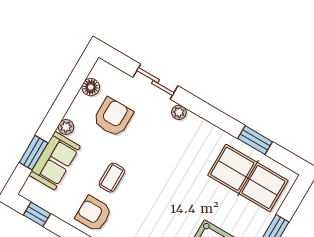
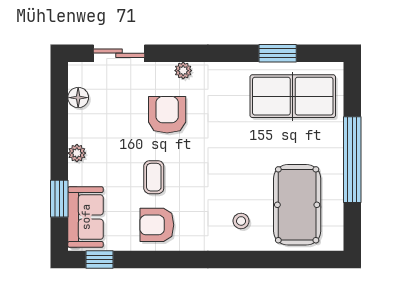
sliding door: (155, 82) -> (119, 53), moved
armchair: (113, 117) -> (167, 115), moved
sofa: (55, 161) -> (86, 217), moved

